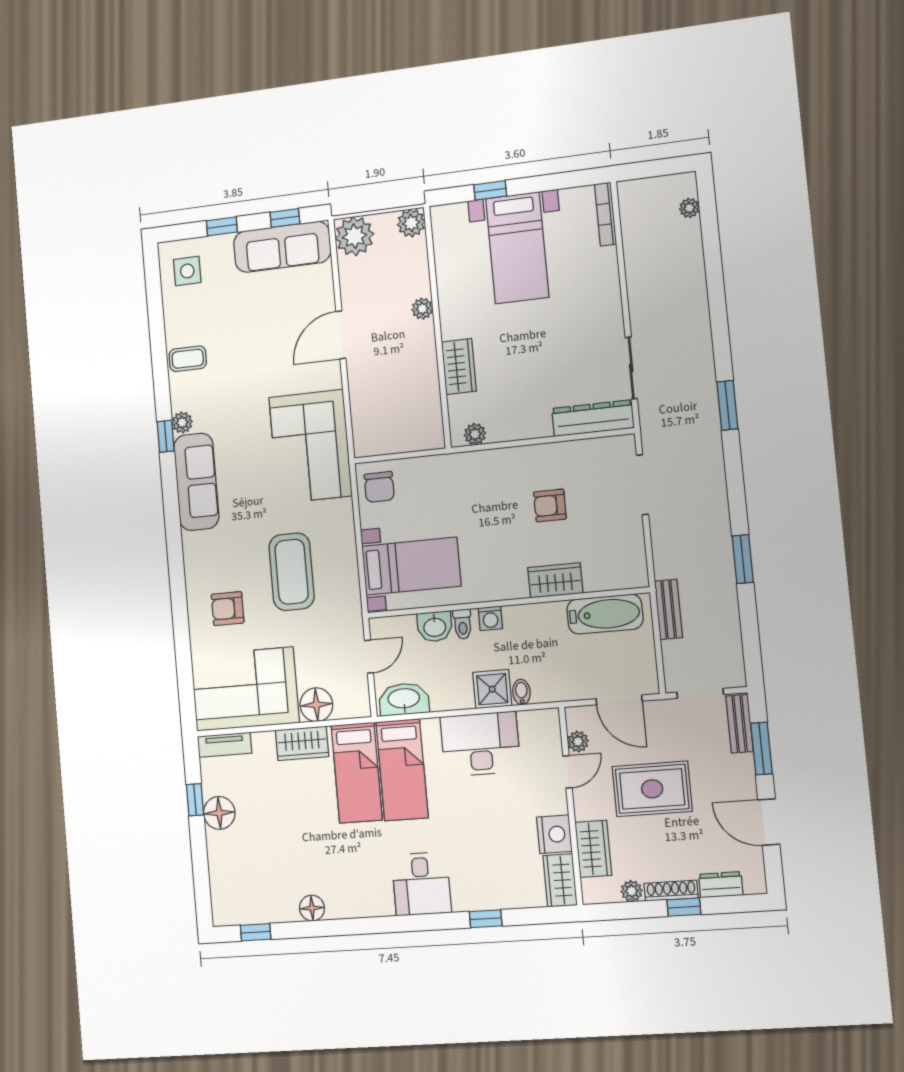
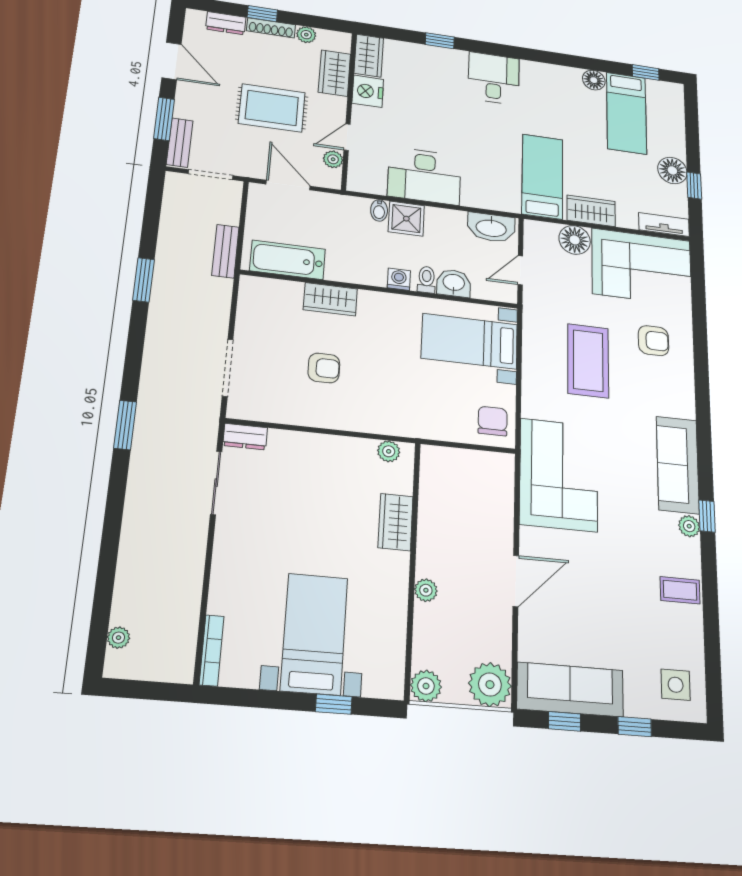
dresser: (593, 418) -> (245, 437), width x0.51, depth x0.80
bed: (402, 770) -> (626, 113), moved, turned 180

